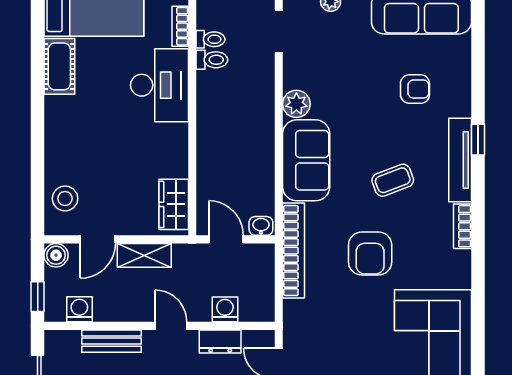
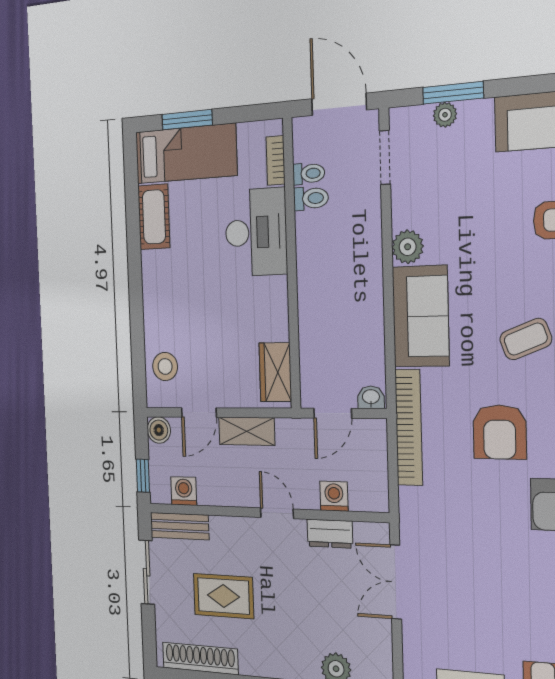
door: (226, 239) -> (333, 413), swing flipped
bench: (111, 341) -> (179, 526), moved

